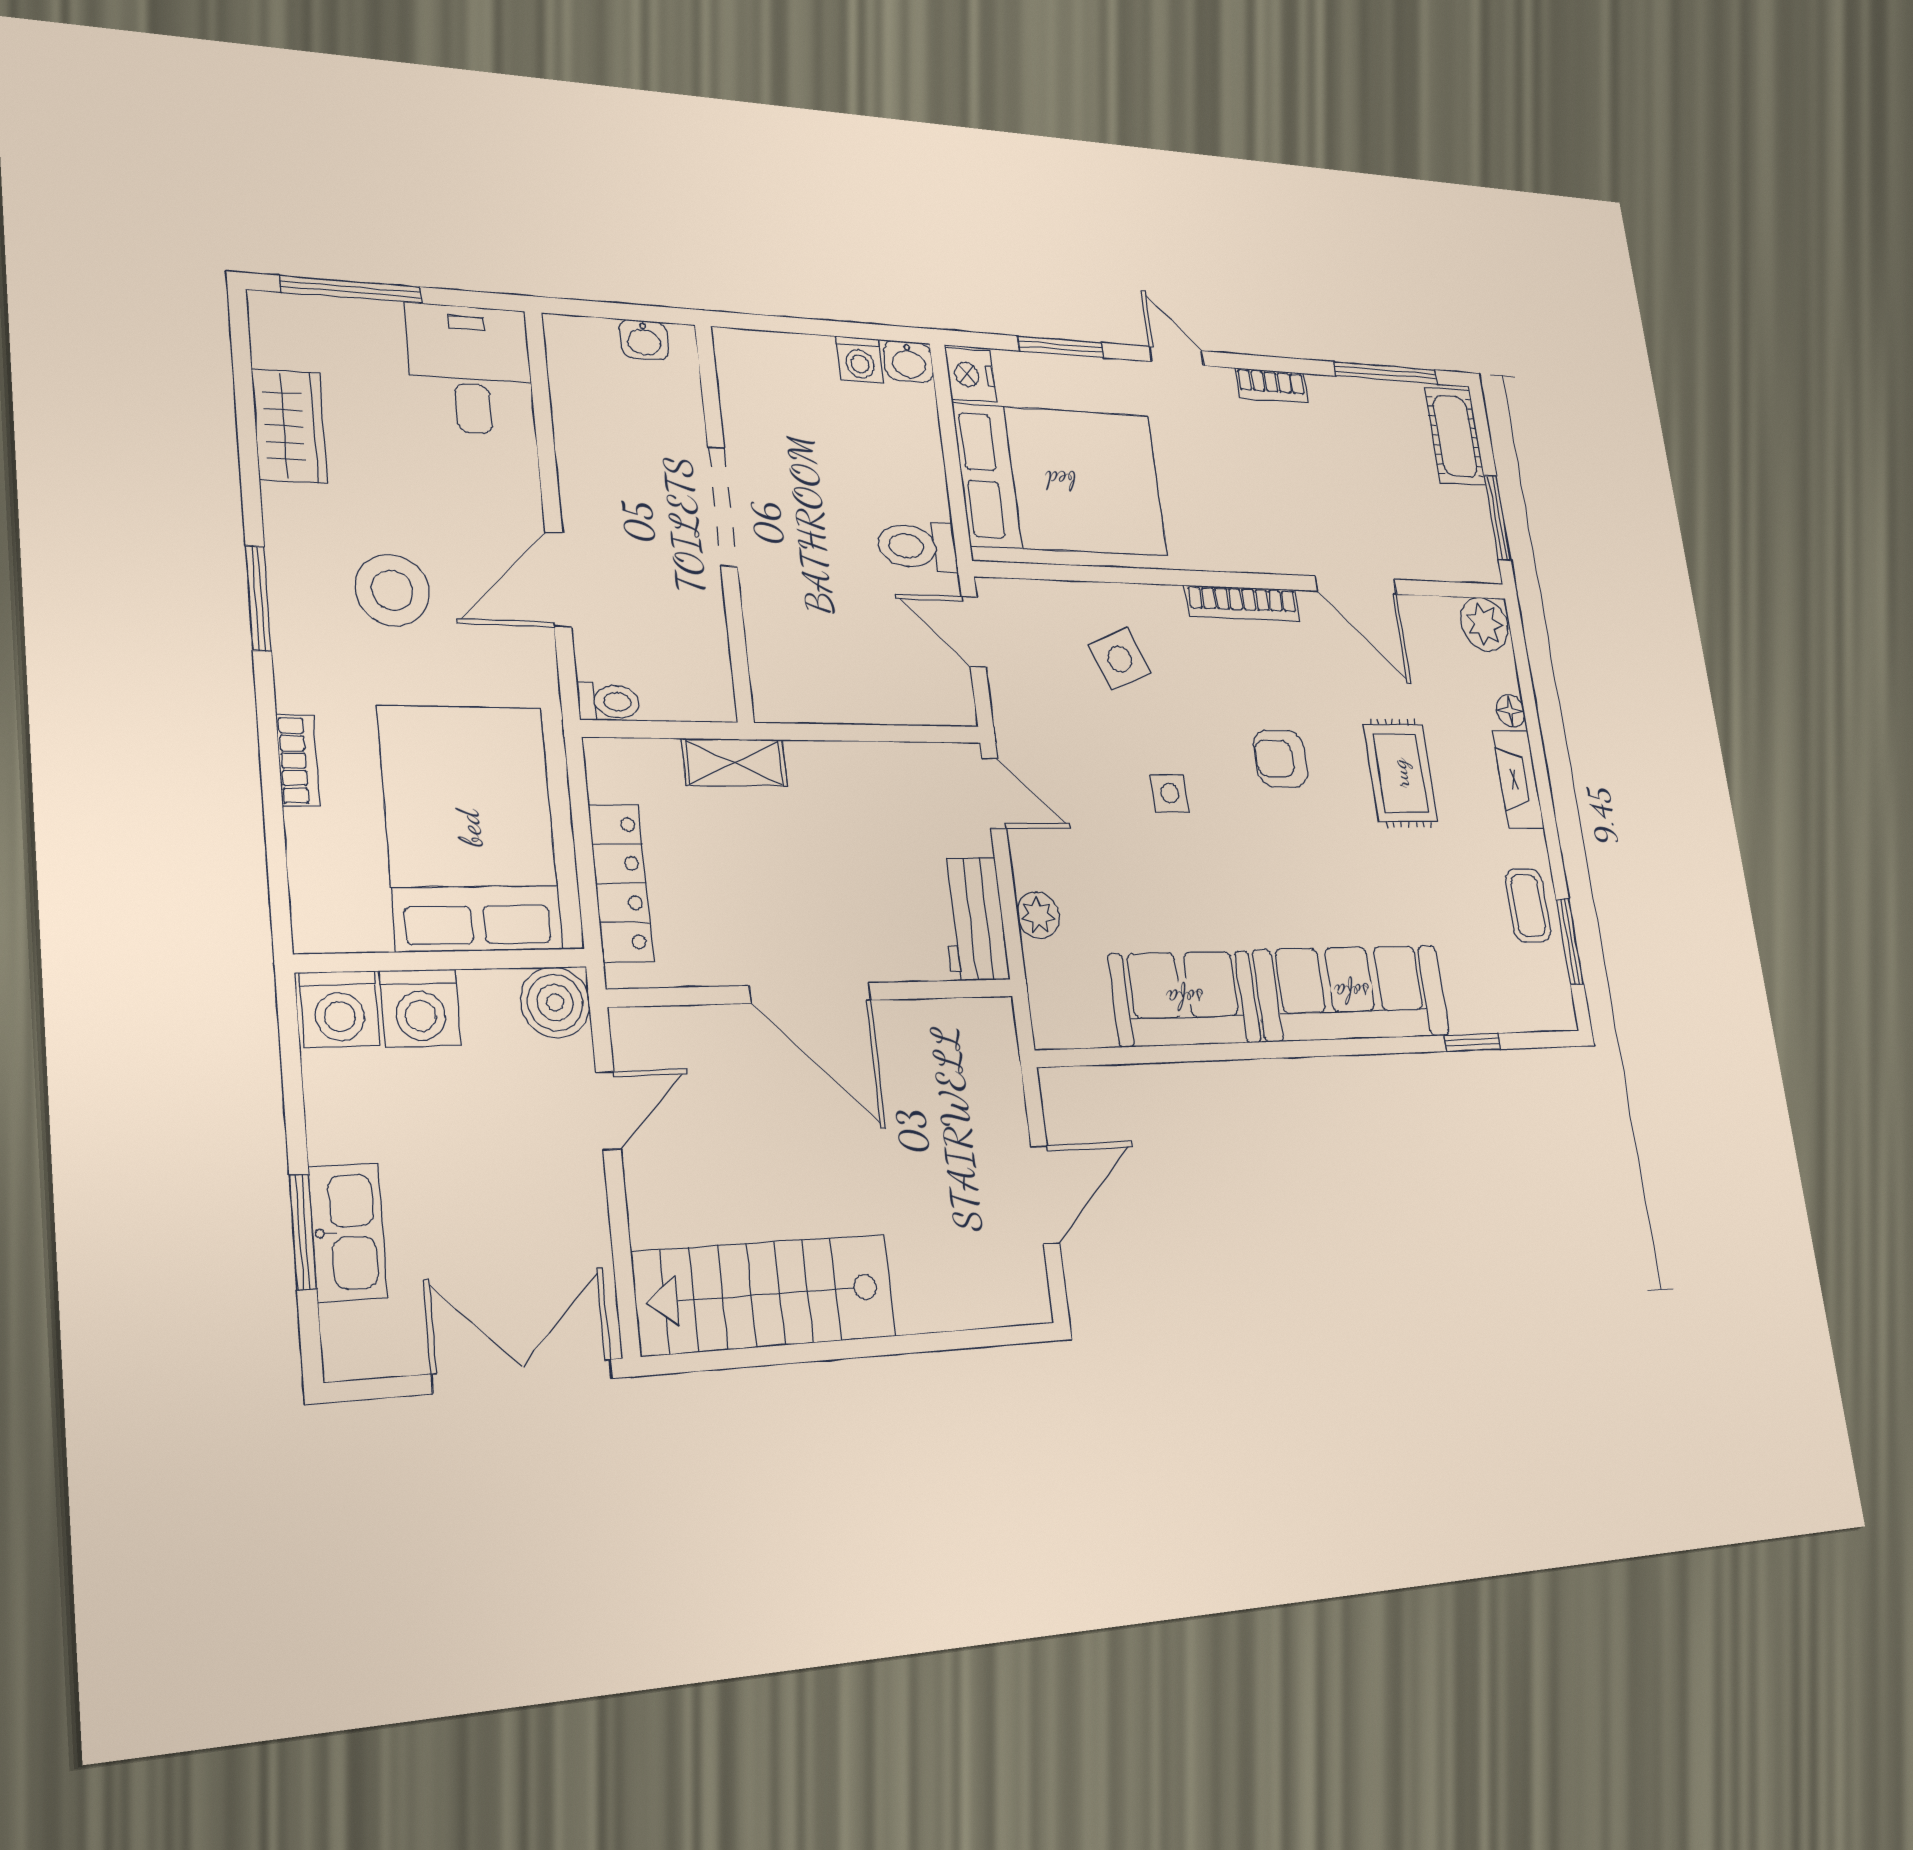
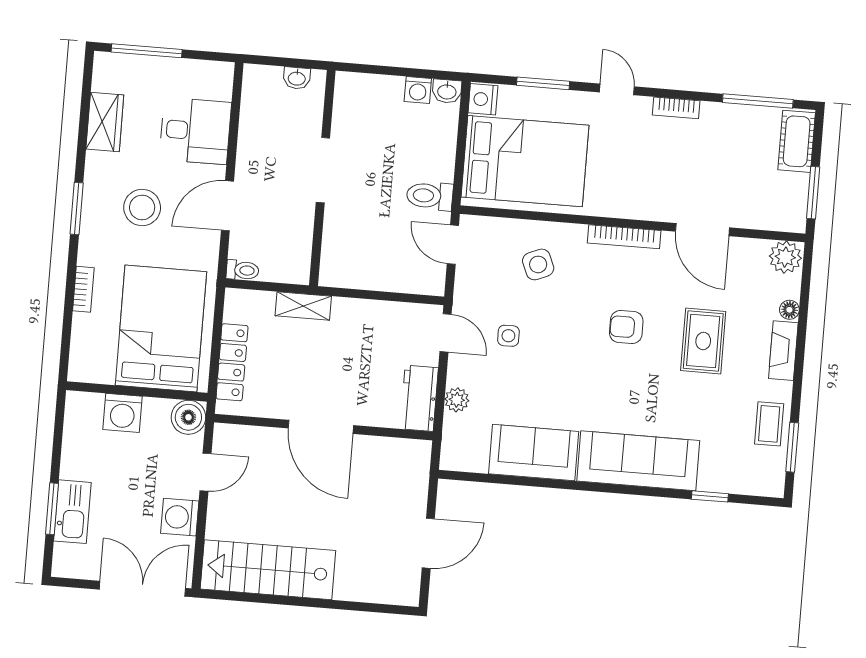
desk: (470, 369) -> (195, 131), moved, turned 90
side table: (1170, 793) -> (508, 336), moved
washing machine: (339, 1009) -> (180, 517), moved, turned 90

